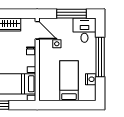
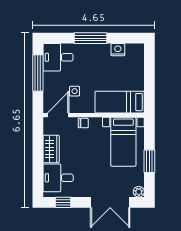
window: (100, 57) -> (91, 38), width x0.68
bed: (69, 81) -> (120, 102), moved

